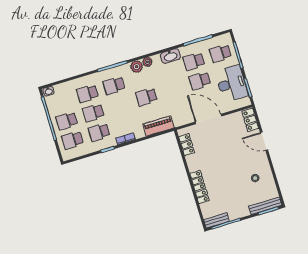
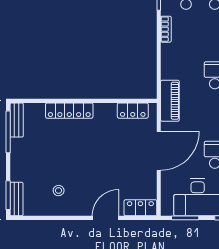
piano: (158, 126) -> (170, 101), moved
bench: (265, 206) -> (17, 199), width x0.73

